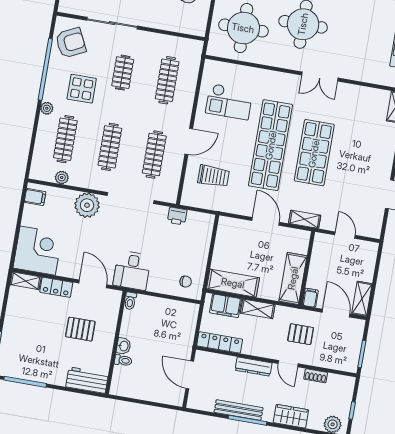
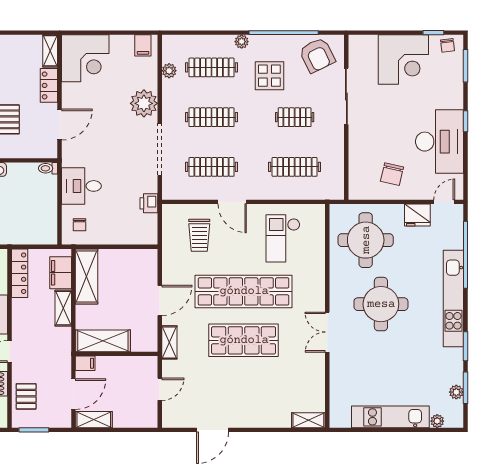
desk: (132, 270) -> (81, 186), moved
pallet: (301, 334) -> (26, 396), moved

